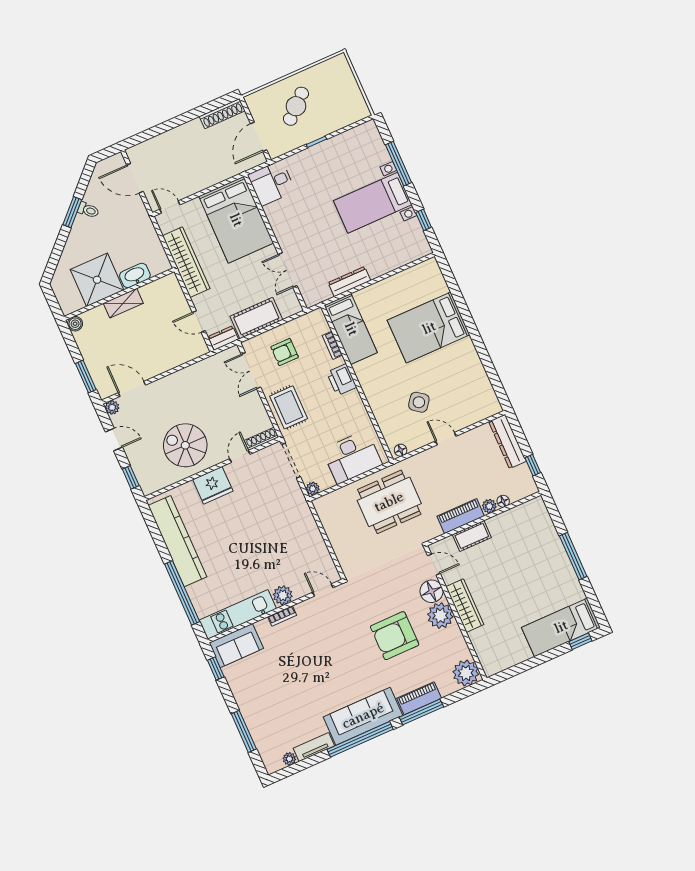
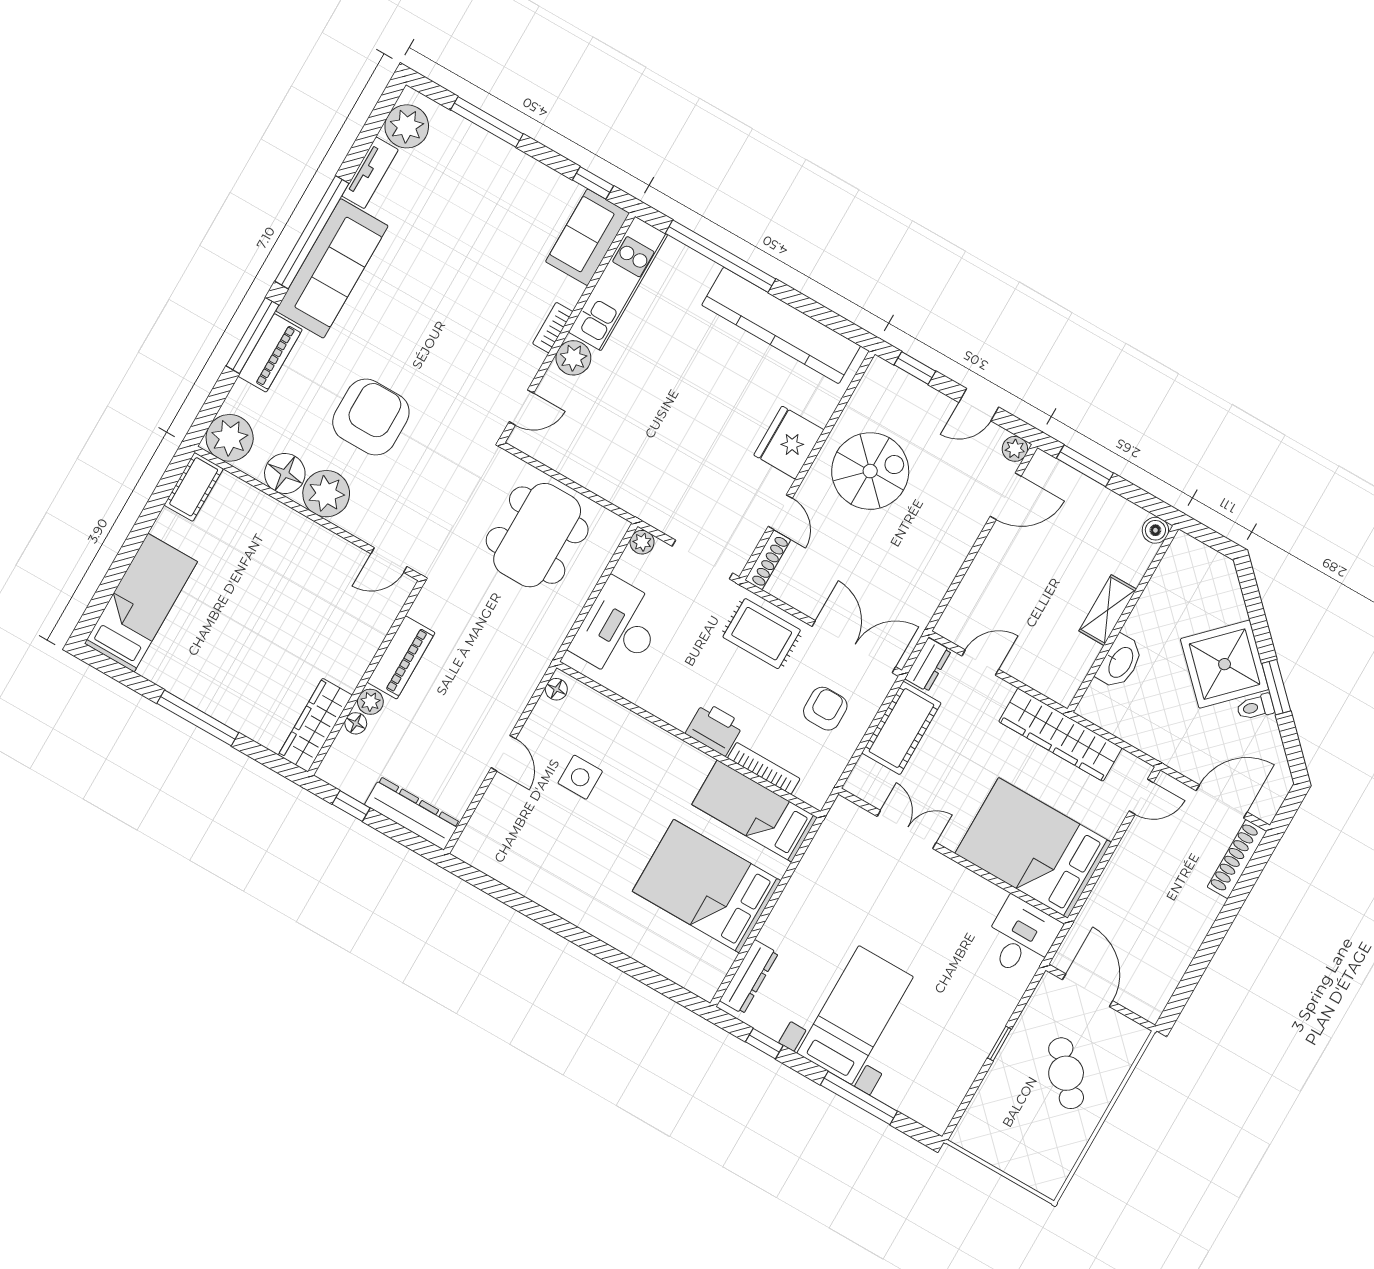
shoe rack: (222, 114) -> (1237, 859), moved
shower: (97, 280) -> (1225, 664), moved, turned 45
dresser: (349, 282) -> (749, 977), moved
bed: (429, 328) -> (707, 886), moved, turned -90
bookcase: (332, 345) -> (764, 768), width x1.56
double door: (251, 371) -> (854, 647), width x1.37
side table: (419, 402) -> (580, 777), turned -37
door: (446, 439) -> (503, 753), hinge flipped
dining table: (389, 502) -> (537, 535), moved
cot: (472, 536) -> (194, 487), moved
floor lamp: (431, 591) -> (285, 474), moved
wardrobe: (465, 606) -> (315, 725), moved, turned 90
window: (580, 641) -> (99, 603), removed
plant: (289, 759) -> (407, 126), width x1.88, depth x1.88

